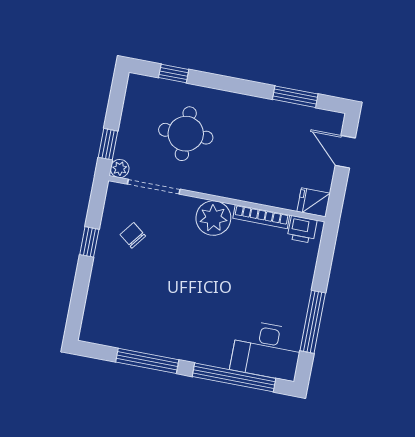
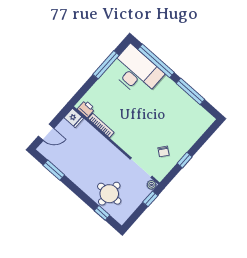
round table: (186, 134) -> (109, 194), moved
door: (345, 152) -> (46, 132), hinge flipped
plant: (213, 218) -> (123, 138), removed
desk: (267, 350) -> (136, 72), width x1.36, depth x1.30

